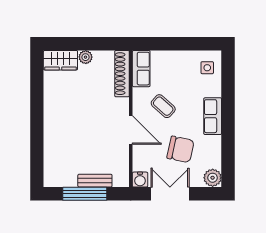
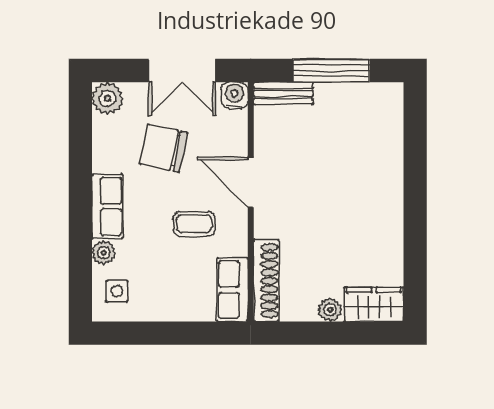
plant: (215, 90) -> (104, 253), added
coffee table: (163, 106) -> (194, 224), turned -42
bench: (95, 181) -> (283, 93), moved

